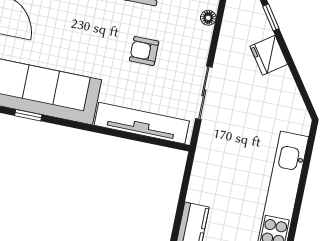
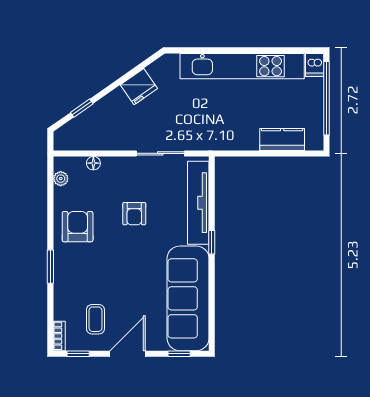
fridge: (269, 55) -> (139, 87), moved
window: (28, 115) -> (212, 242), moved

